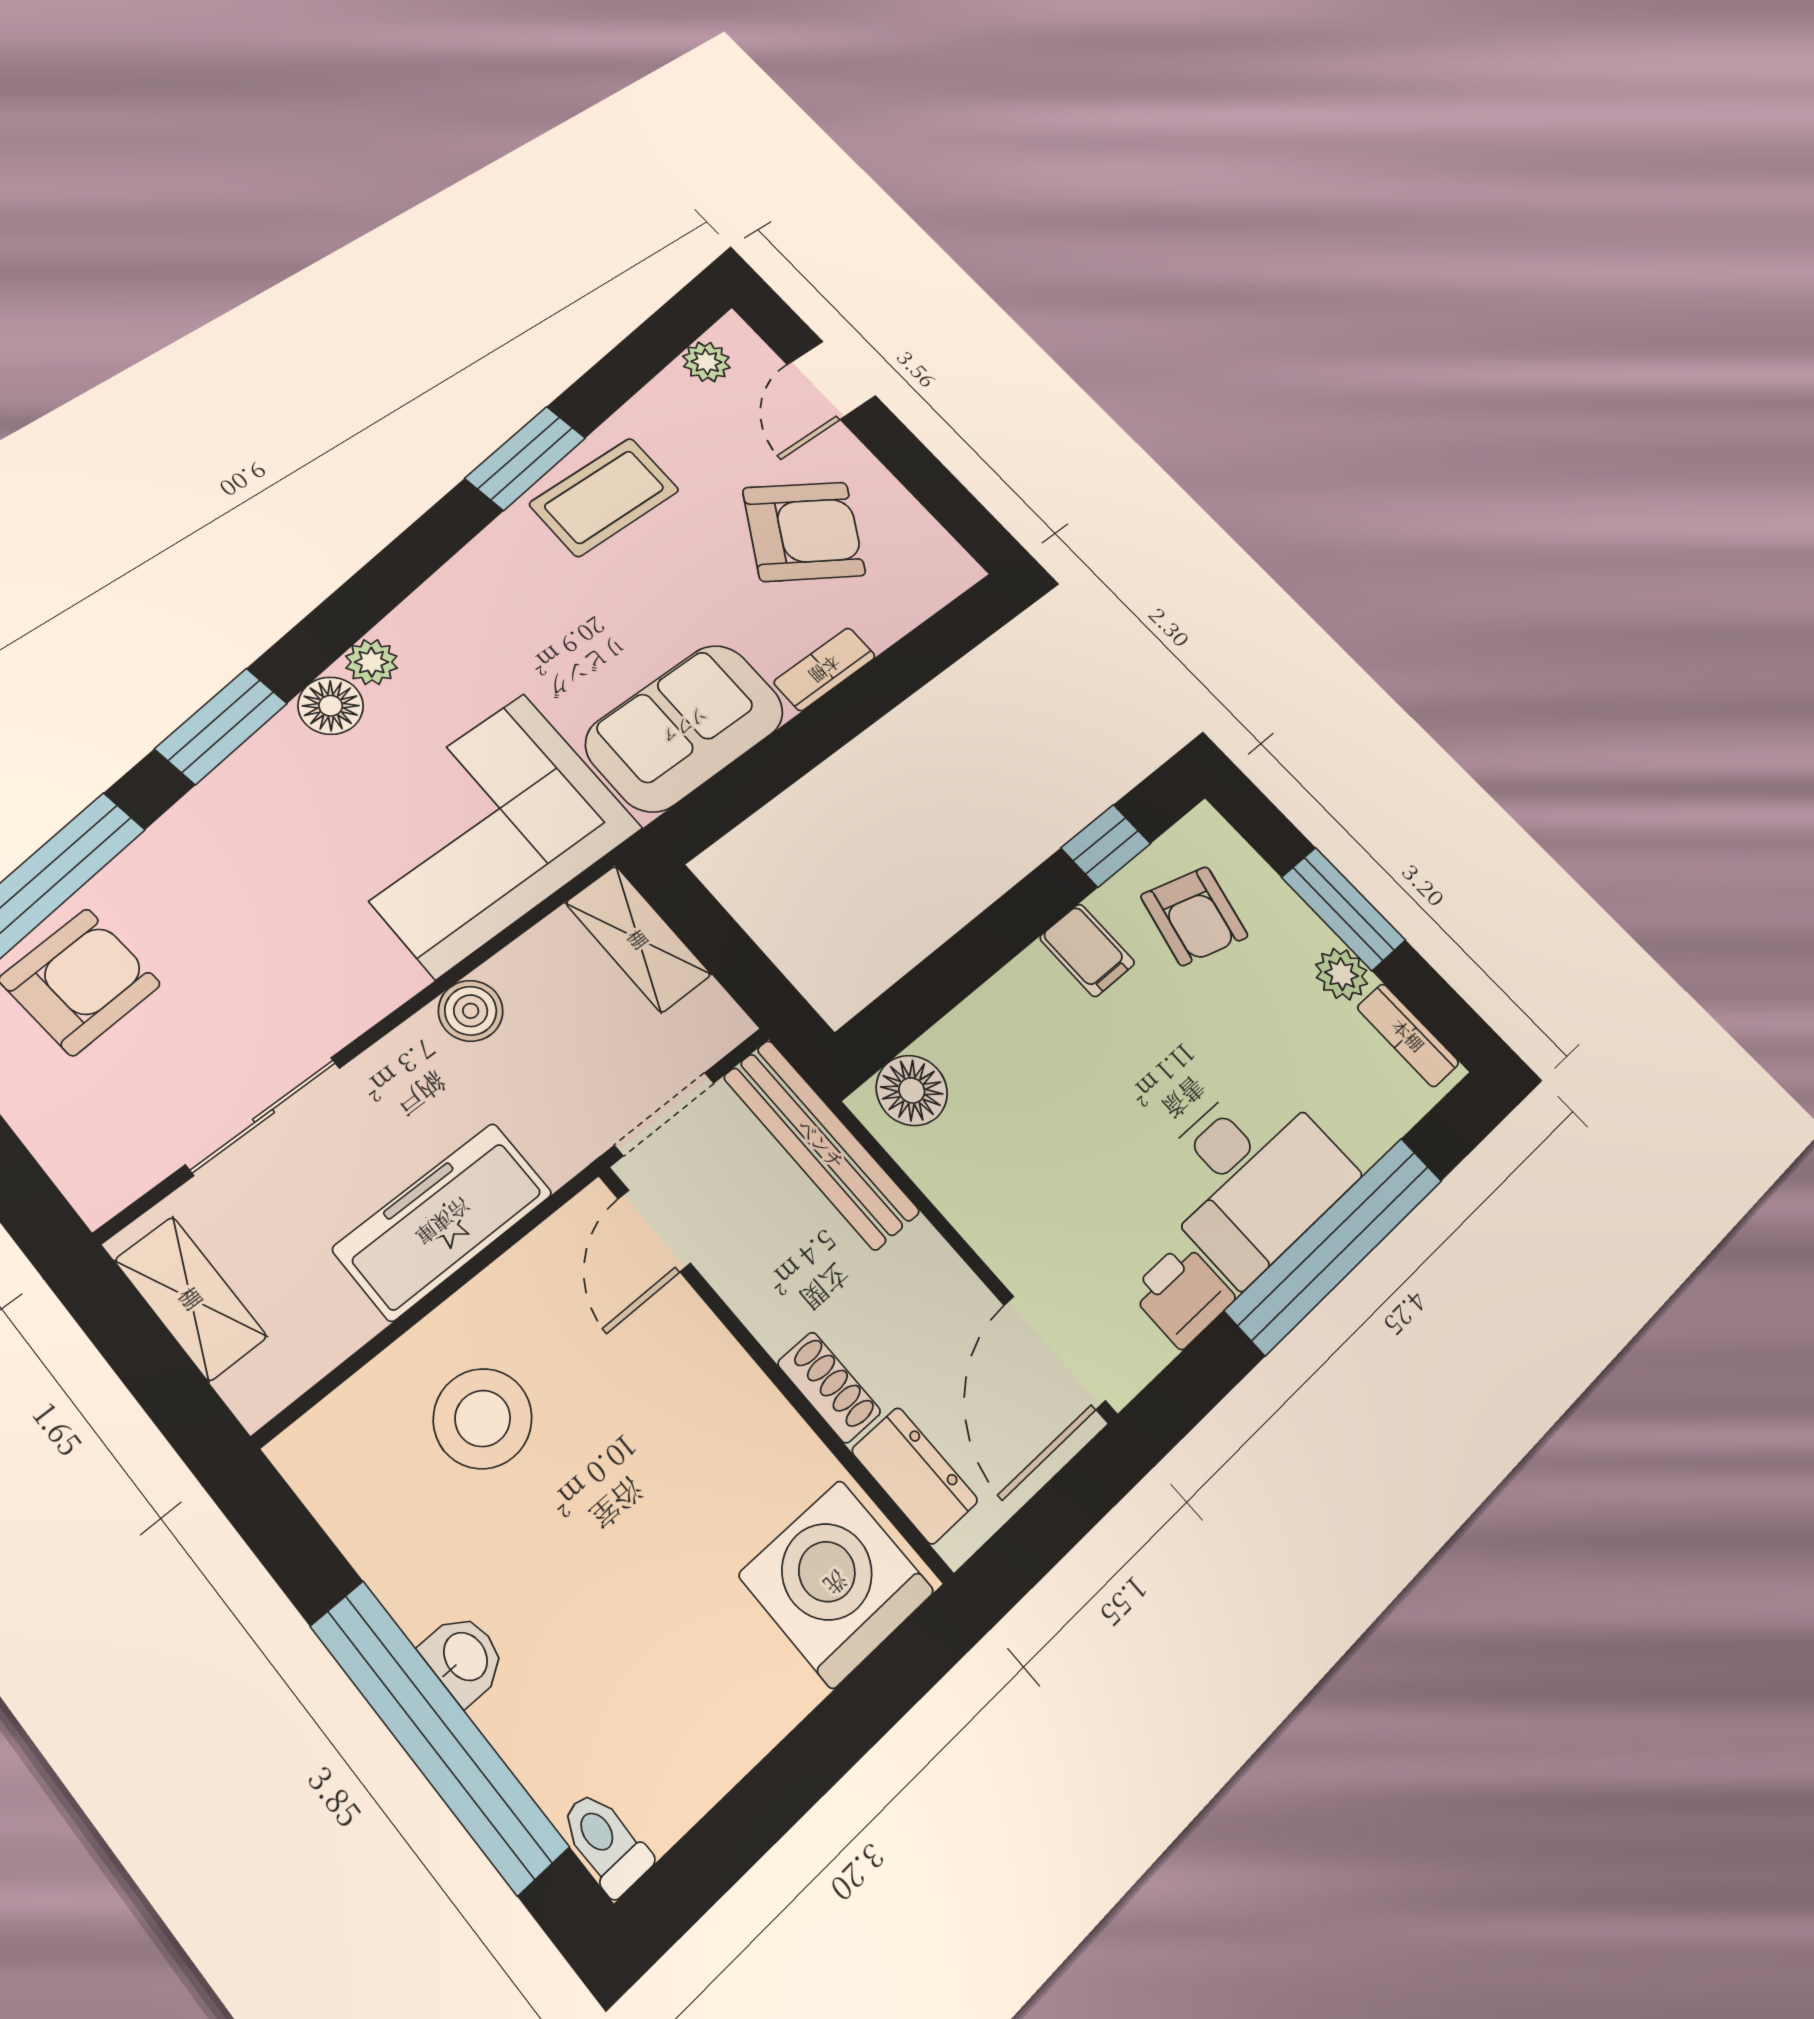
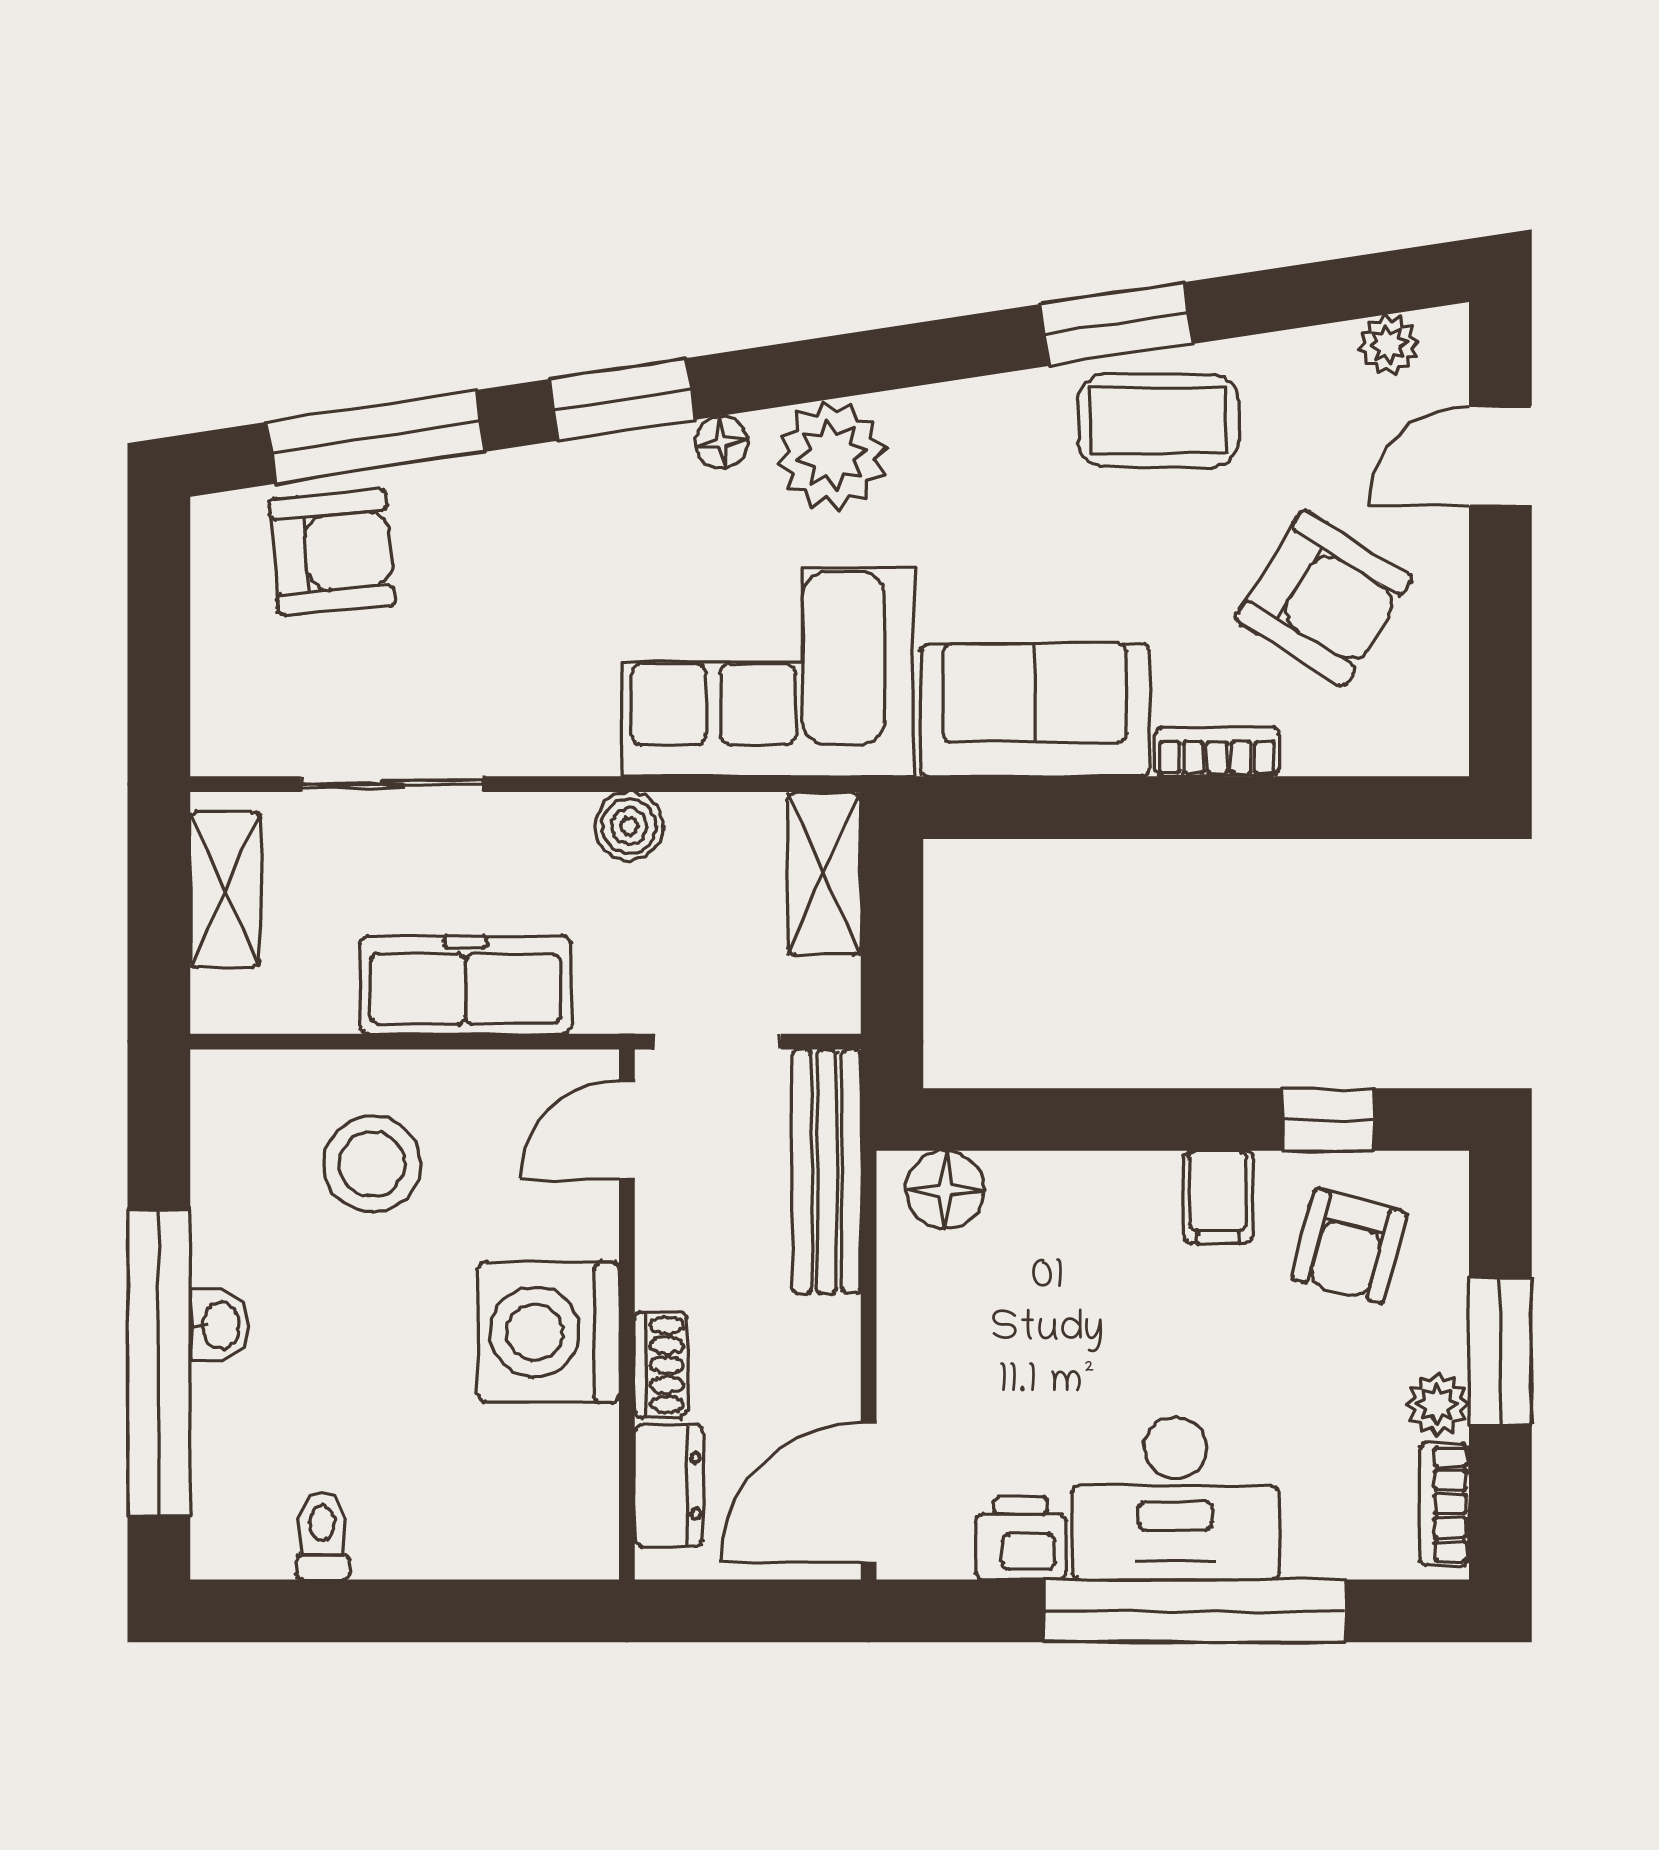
plant: (371, 662) -> (832, 455), width x1.87, depth x1.87
floor lamp: (331, 706) -> (721, 442), width x0.73, depth x0.73
washing machine: (836, 1583) -> (549, 1332), moved, turned -90
toilet: (605, 1843) -> (322, 1536), moved

